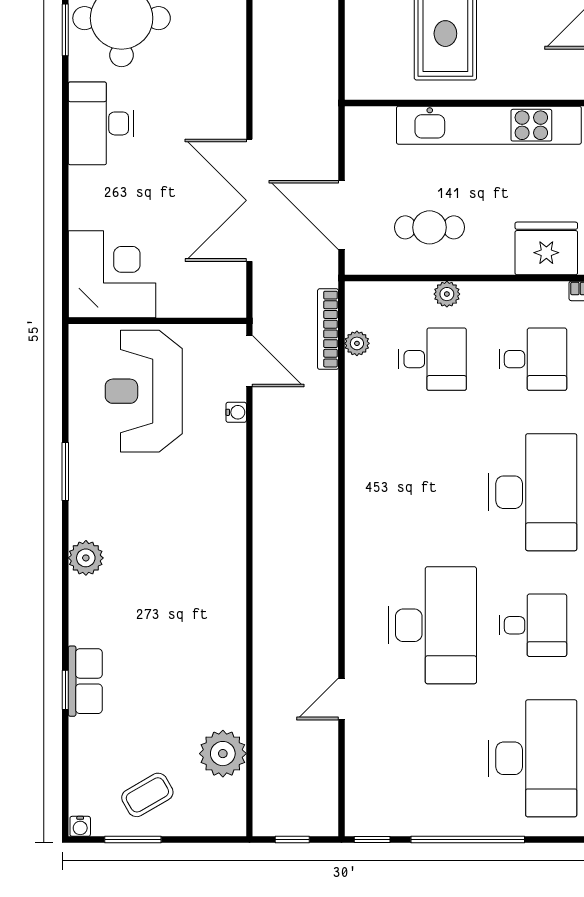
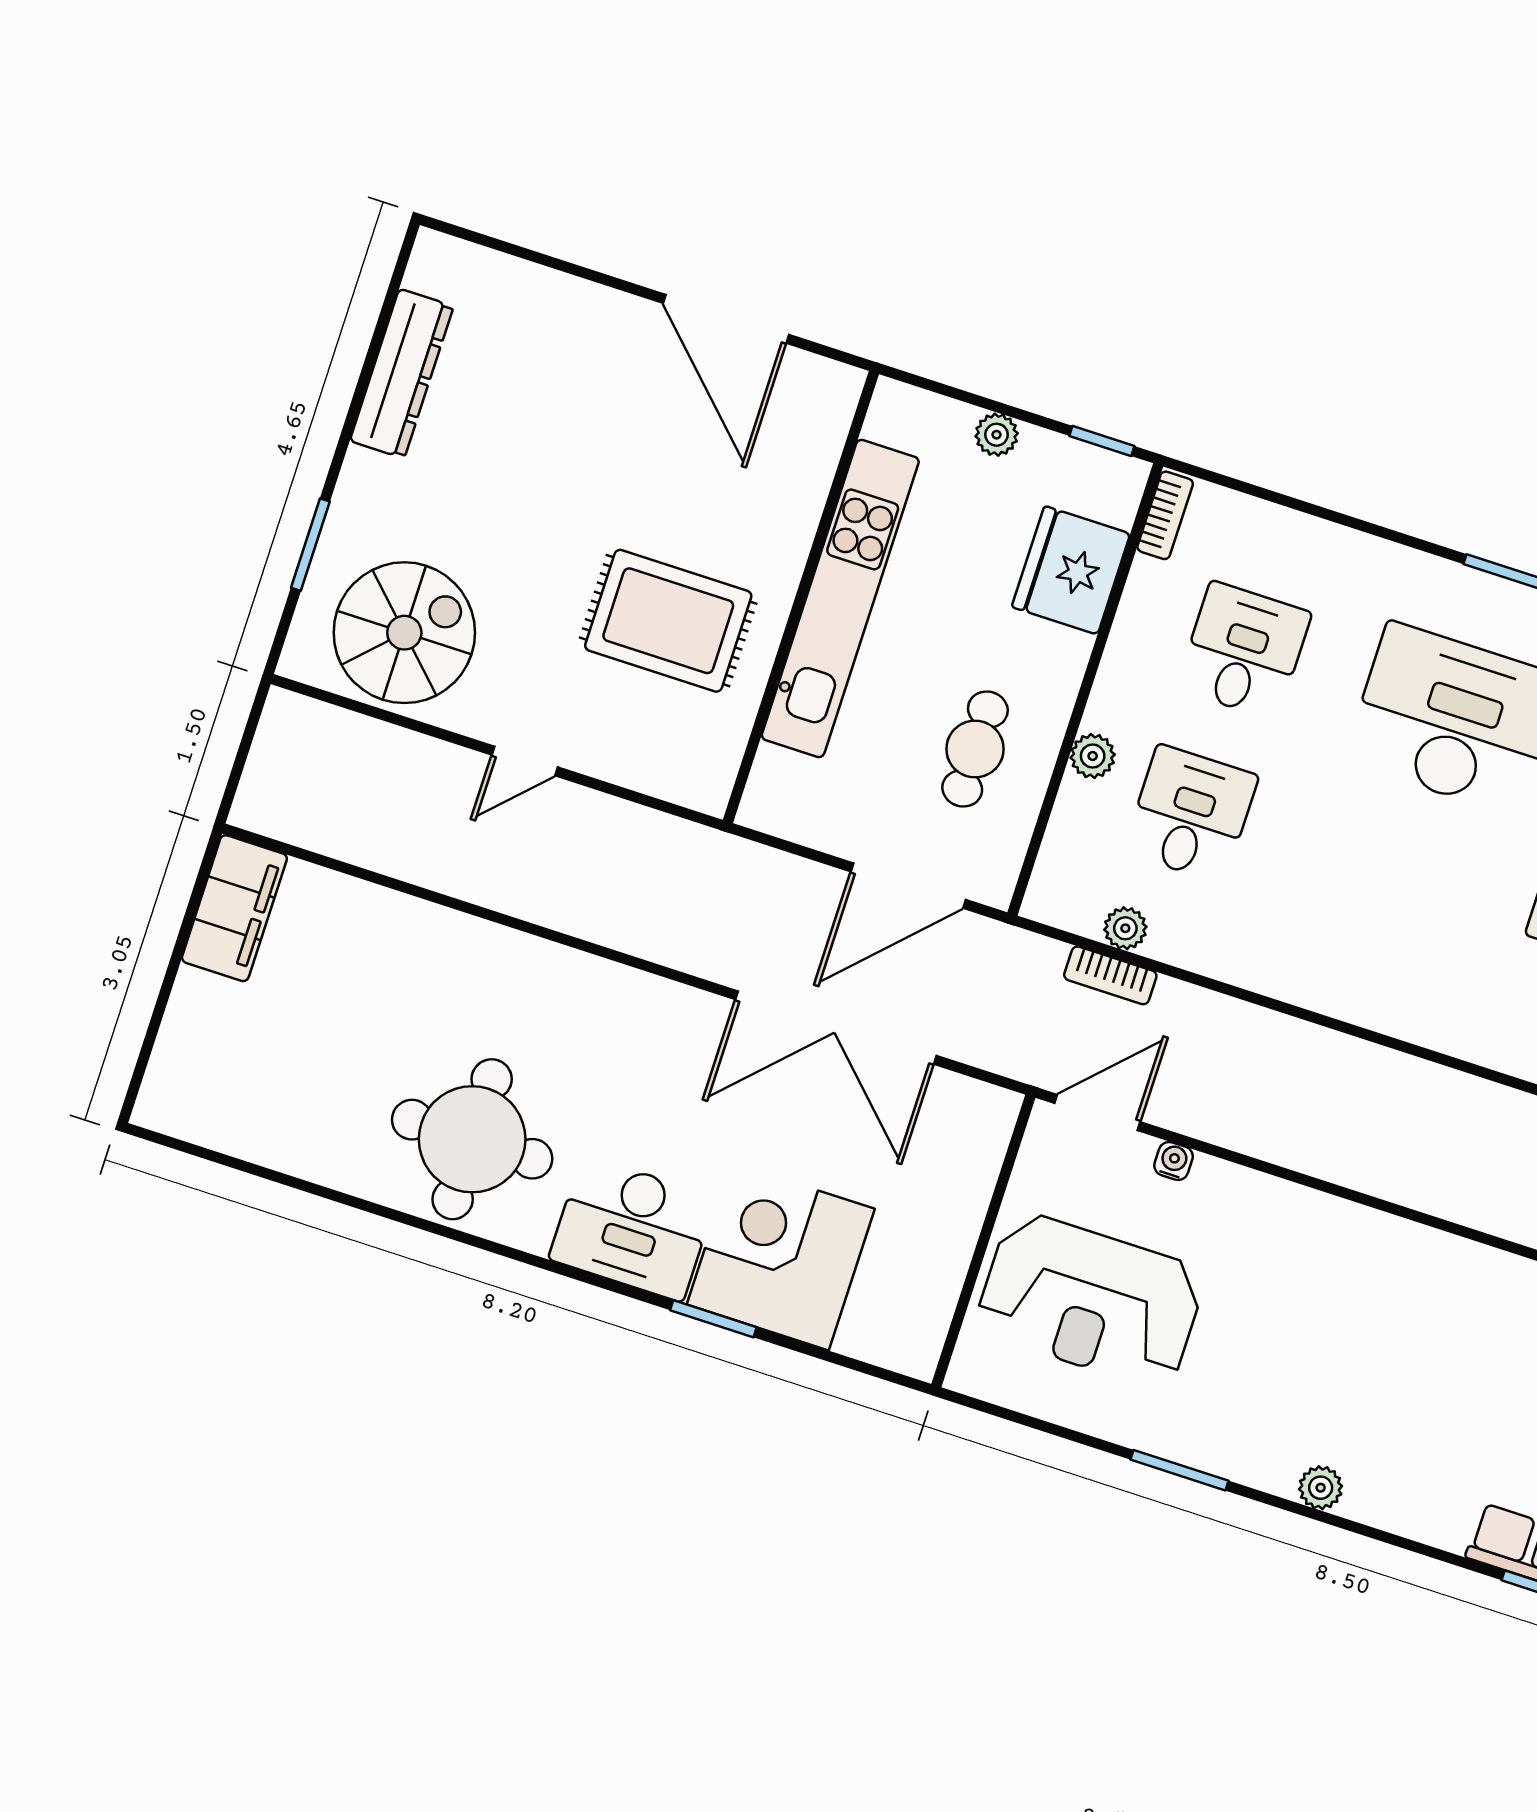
window: (65, 30) -> (713, 1319), moved
corner desk: (112, 274) -> (781, 1257), moved
bookcase: (328, 329) -> (1110, 975), width x0.64
plant: (86, 558) -> (1321, 1488), width x0.73, depth x0.73

